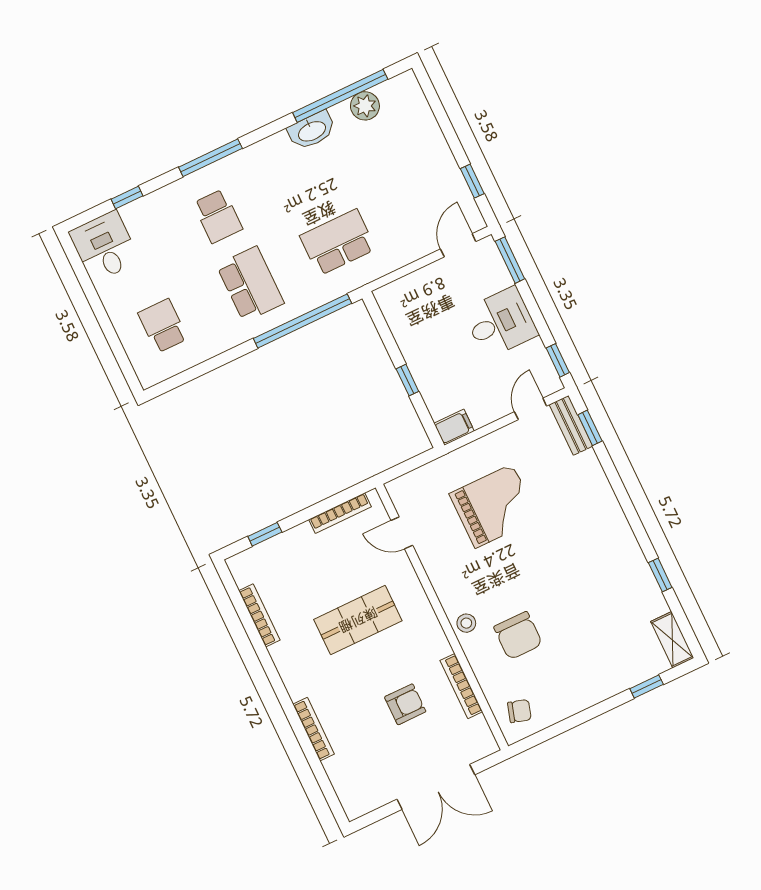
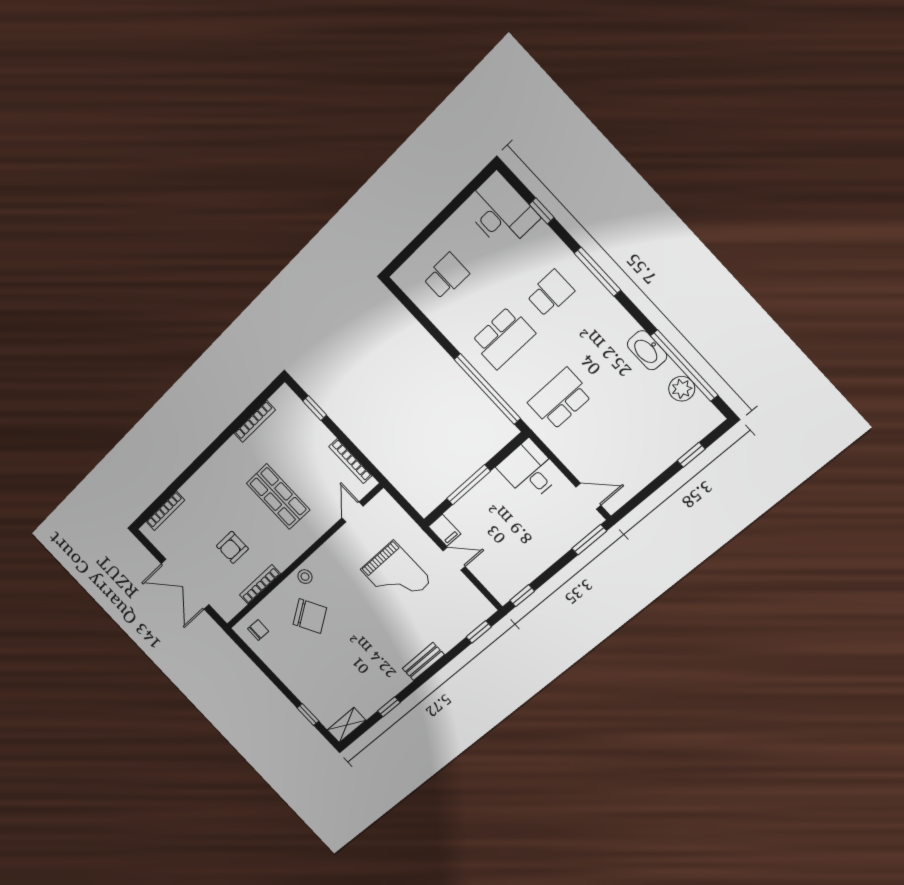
window: (472, 181) -> (691, 455), moved
school desk: (218, 216) -> (550, 293), turned 180
school desk: (338, 242) -> (560, 399), turned -90
desk: (104, 246) -> (501, 212), width x1.37
desk: (500, 323) -> (529, 471), moved, turned 180
window: (407, 380) -> (469, 485), width x2.17
door: (531, 409) -> (454, 559), moved
bench: (571, 425) -> (423, 662), moved
chair: (518, 636) -> (310, 616), turned -121
armchair: (405, 704) -> (232, 547), turned 90
chair: (519, 711) -> (258, 630), turned -106
bookcase: (314, 729) -> (165, 511), moved

